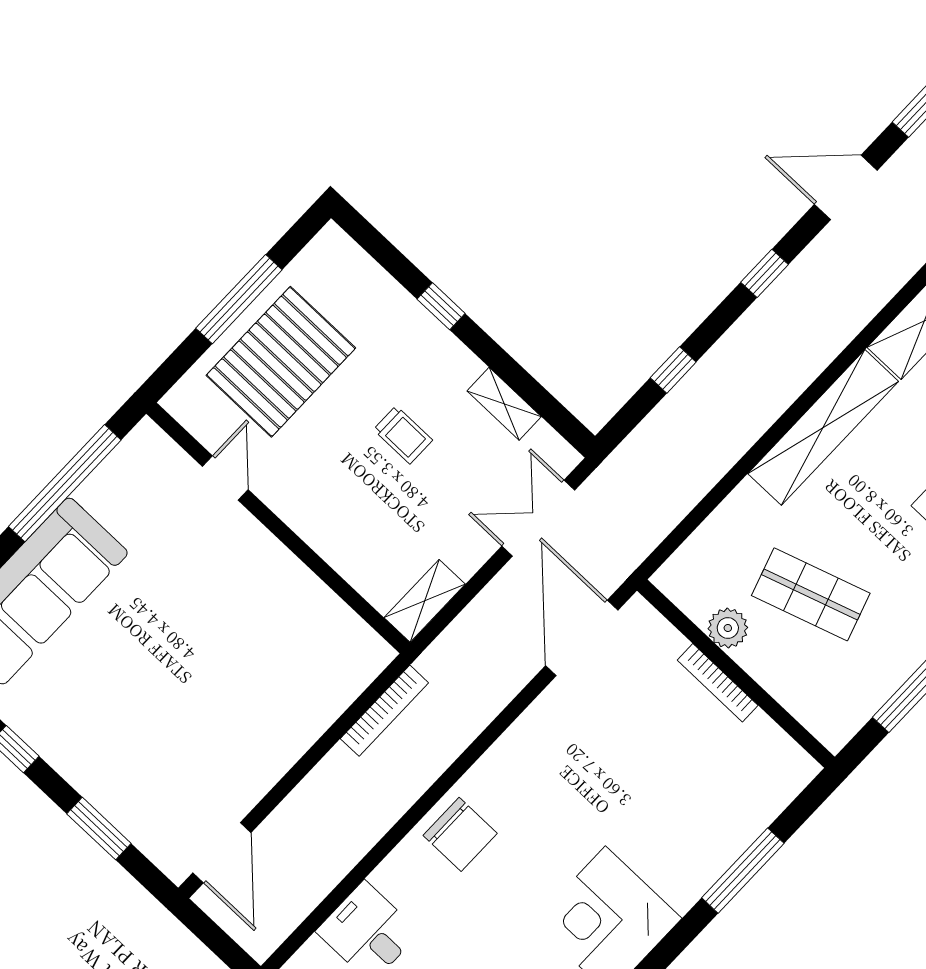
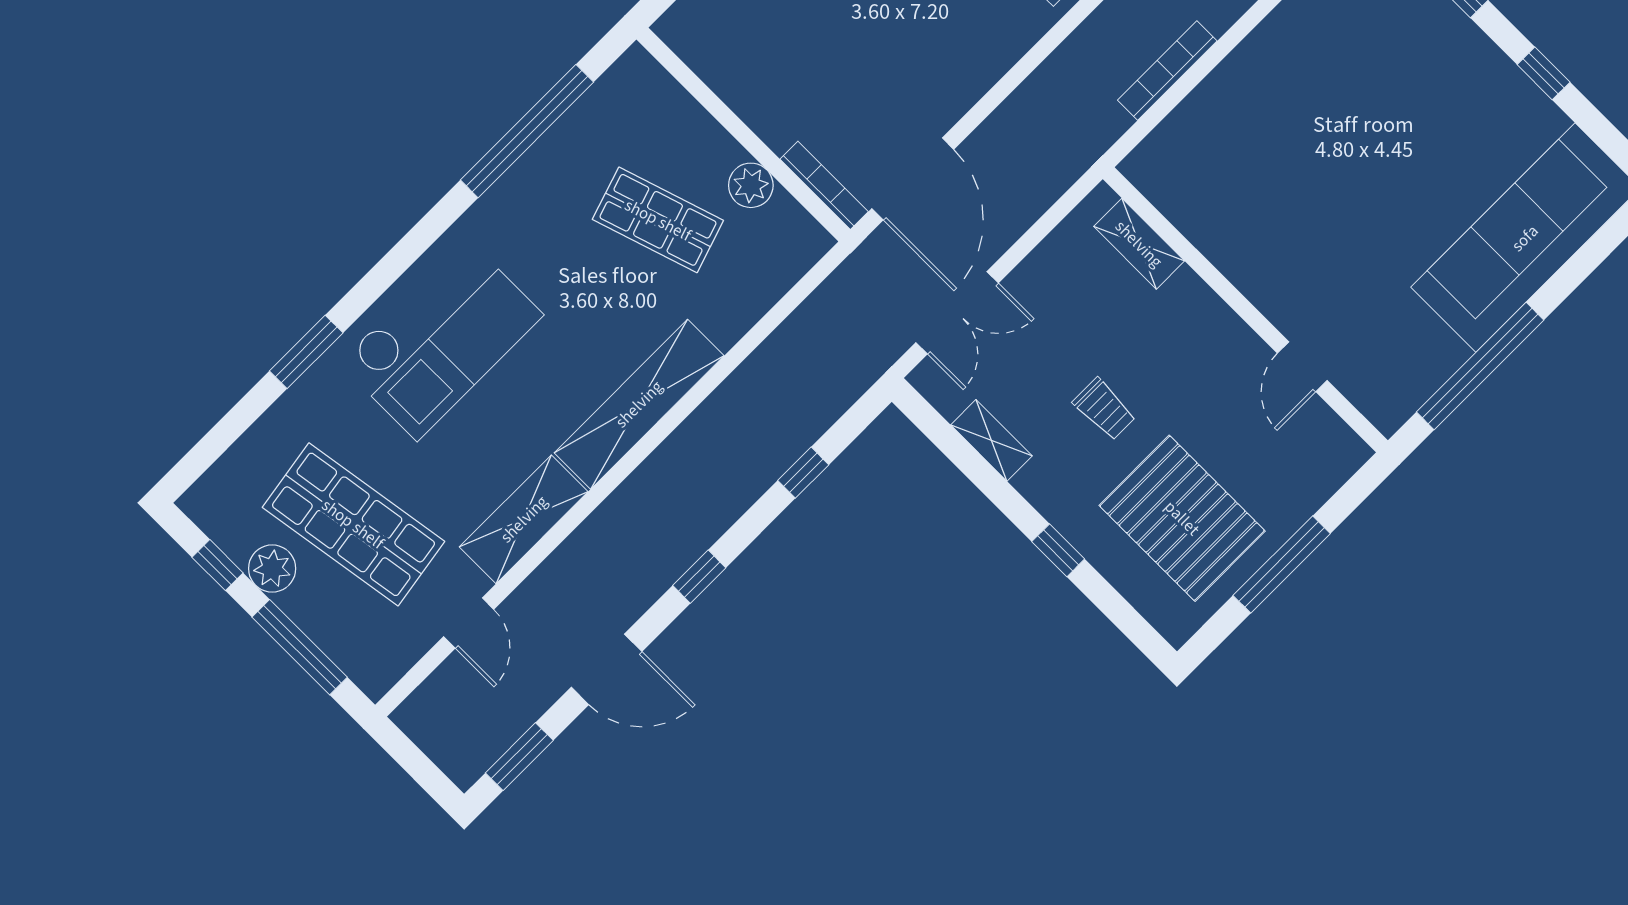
pallet: (281, 362) -> (1182, 518), moved, turned 90
trolley: (403, 435) -> (1104, 409), turned 180
shelving: (425, 601) -> (1139, 244), moved, turned 90
bookcase: (718, 683) -> (824, 185), moved
bookcase: (384, 711) -> (1167, 70), moved

